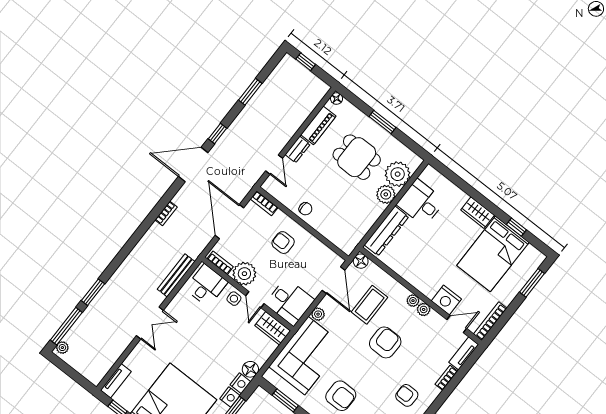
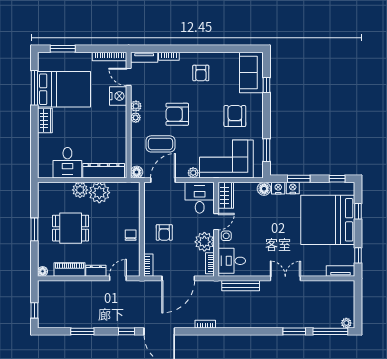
dining table: (357, 157) -> (71, 228), turned 90
plant: (398, 174) -> (99, 193), moved
window: (516, 227) -> (34, 88), width x2.17

